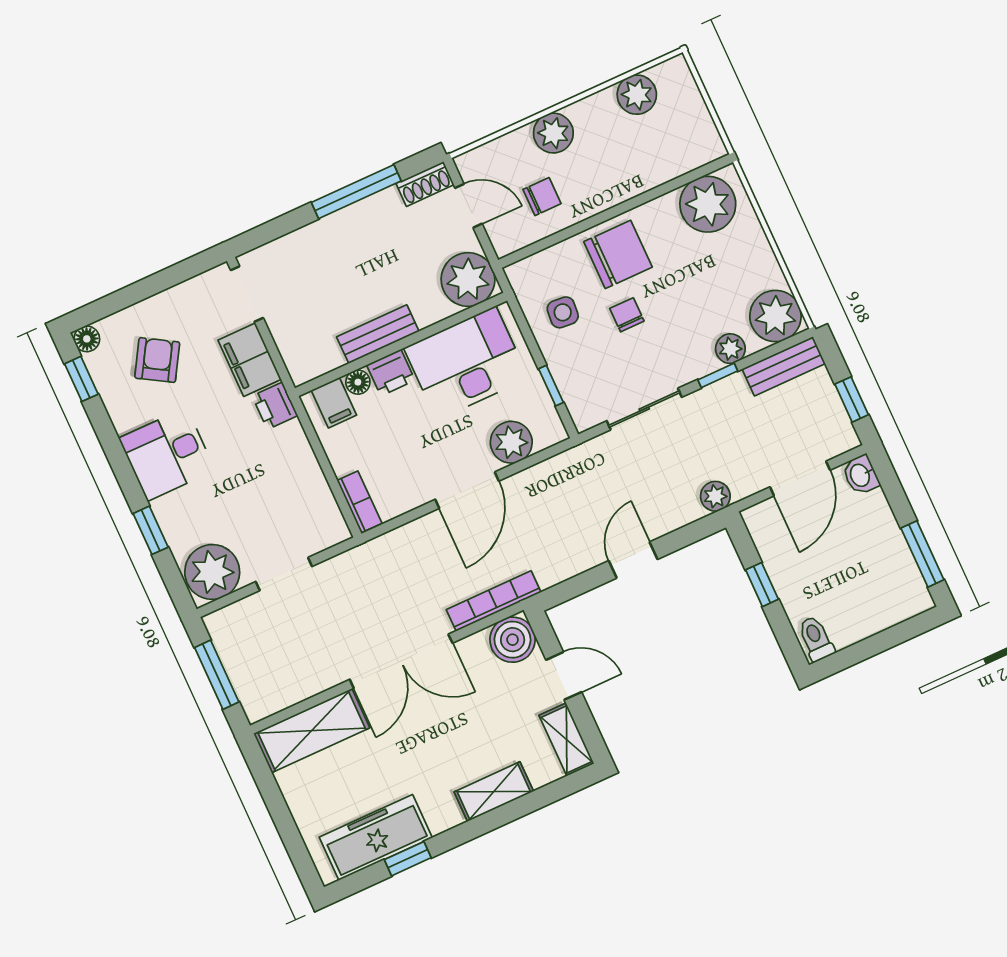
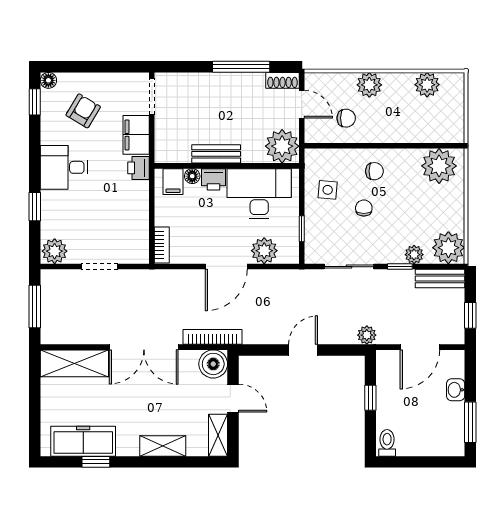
chair: (618, 254) -> (374, 171), width x0.54, depth x0.54
washbasin: (861, 475) -> (456, 390), moved
plant: (212, 572) -> (55, 251), width x0.73, depth x0.73

